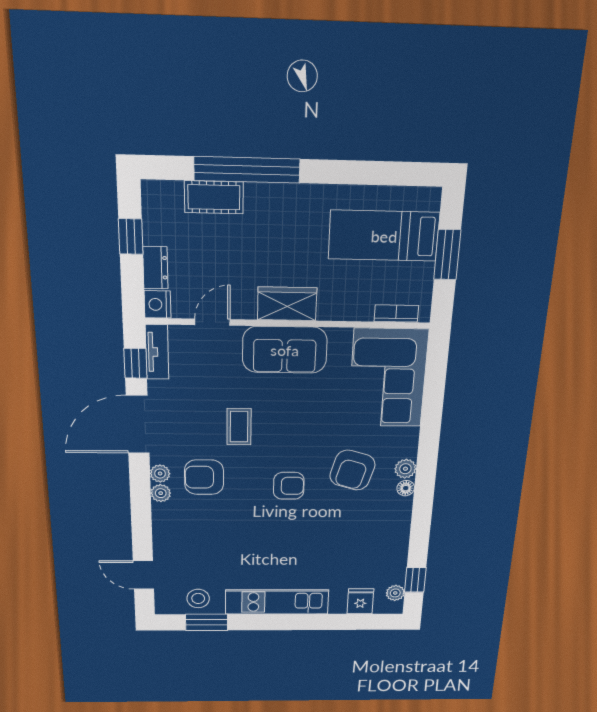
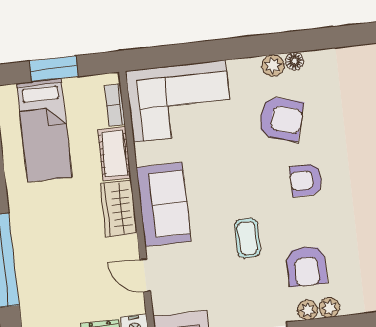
cot: (214, 197) -> (114, 154), moved
coffee table: (239, 427) -> (247, 238), turned 90
armchair: (289, 486) -> (306, 180), turned -90

